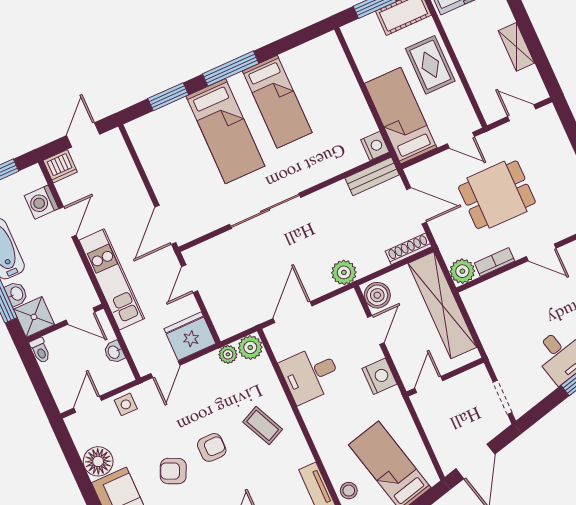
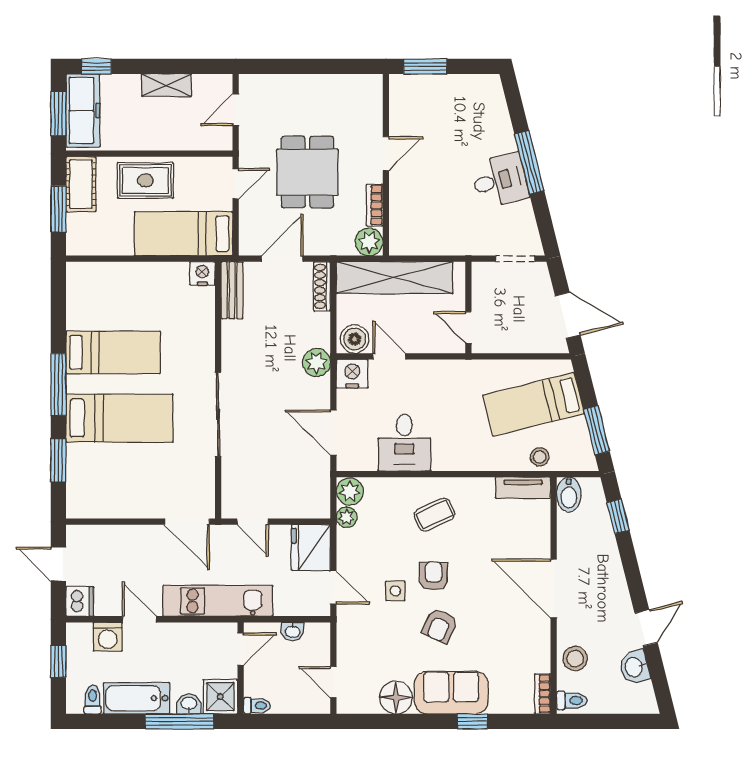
nightstand: (380, 376) -> (352, 374), moved
side table: (126, 404) -> (395, 591), moved

